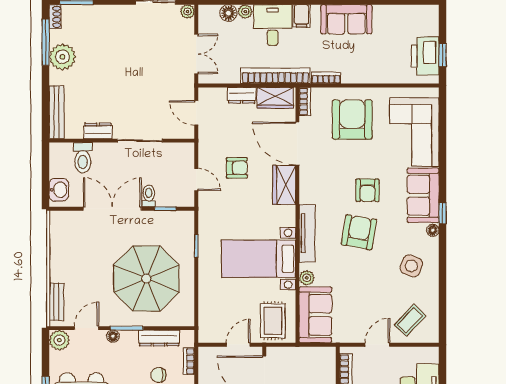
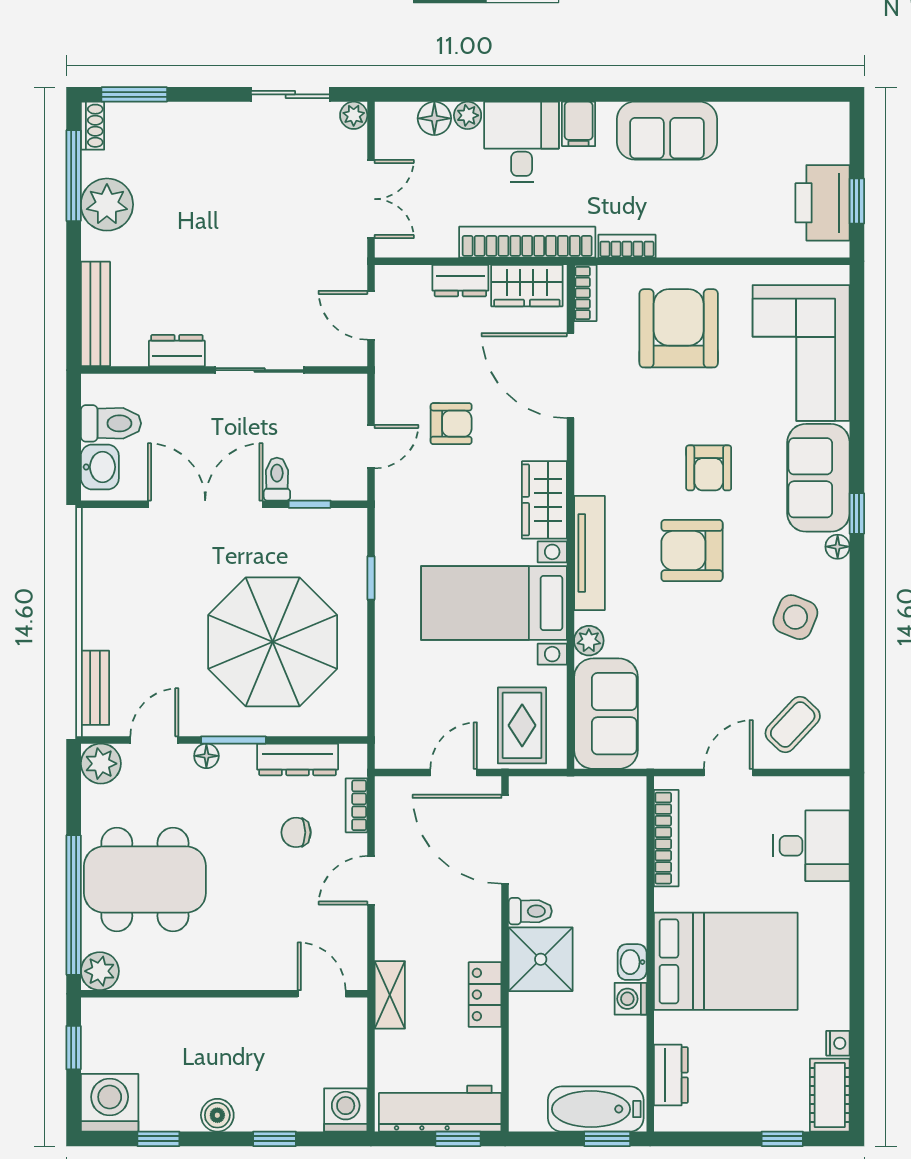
toilet: (83, 158) -> (111, 423), moved, turned -90
door: (196, 179) -> (371, 447), hinge flipped
wardrobe: (284, 185) -> (544, 500), moved
armchair: (359, 232) -> (692, 551), turned -100

